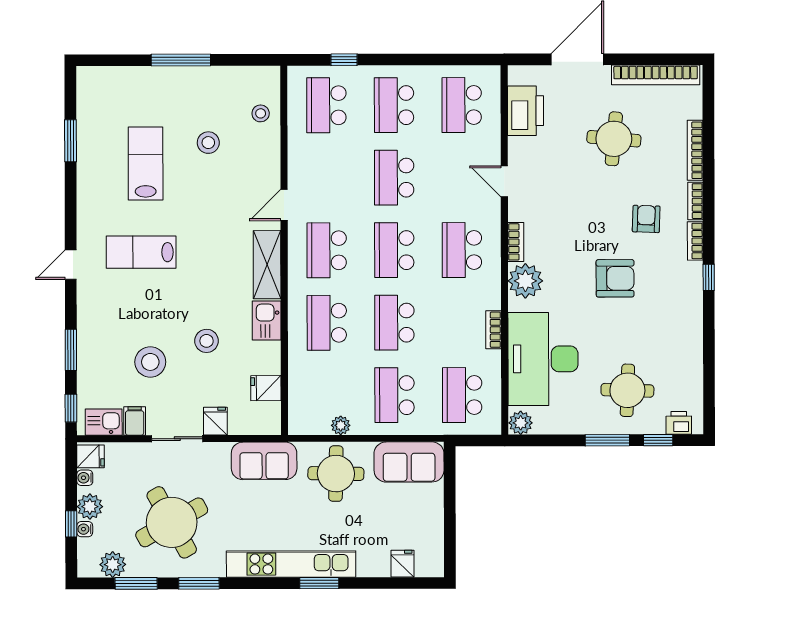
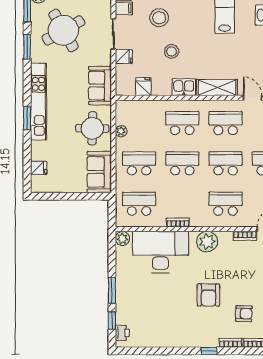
bookcase: (516, 242) -> (245, 236), moved
round table: (627, 390) -> (142, 302), removed

